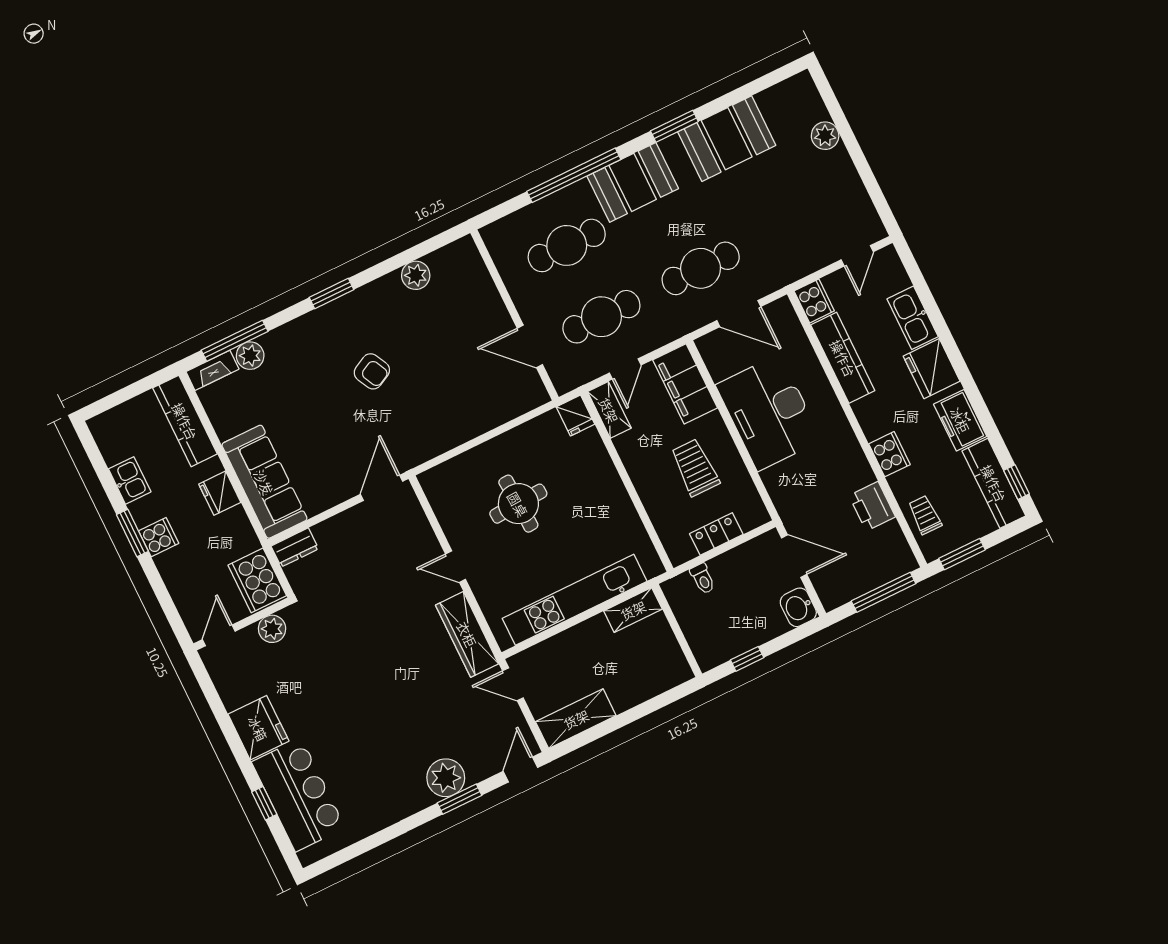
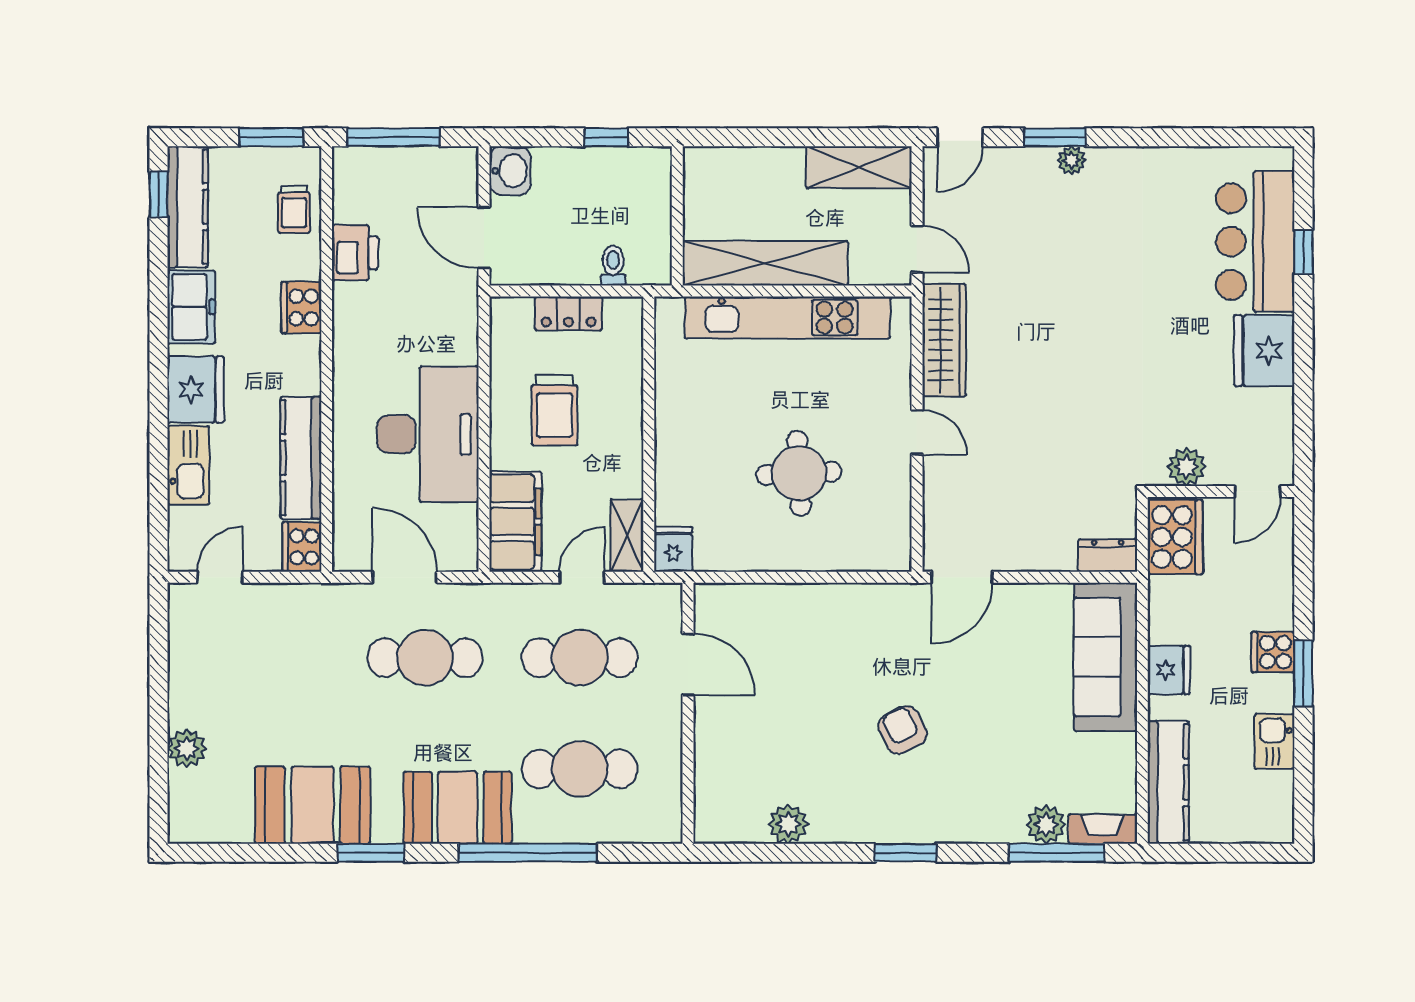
shelving: (633, 610) -> (765, 263), width x2.20, depth x1.33
plant: (446, 778) -> (1071, 160), width x0.53, depth x0.53

